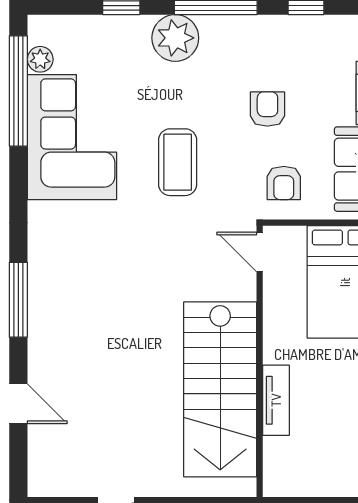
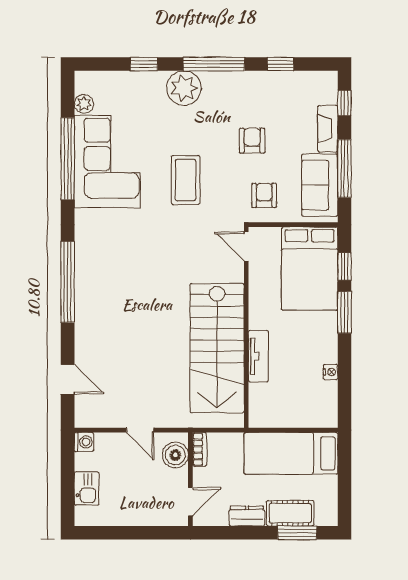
window: (18, 91) -> (68, 159), moved
armchair: (284, 183) -> (264, 195), turned 180
window: (18, 300) -> (68, 282), width x1.46
door: (18, 404) -> (68, 379), moved

